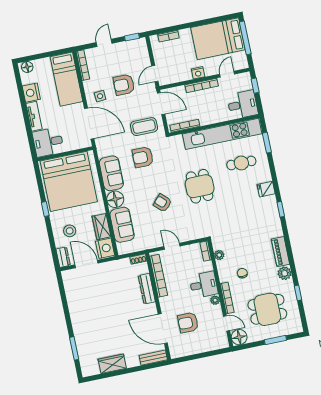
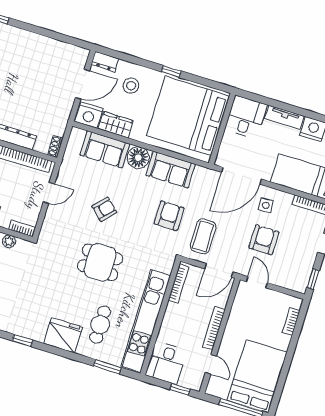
nightstand: (198, 73) -> (231, 332), removed
fridge: (266, 189) -> (63, 335), width x1.88, depth x1.34

